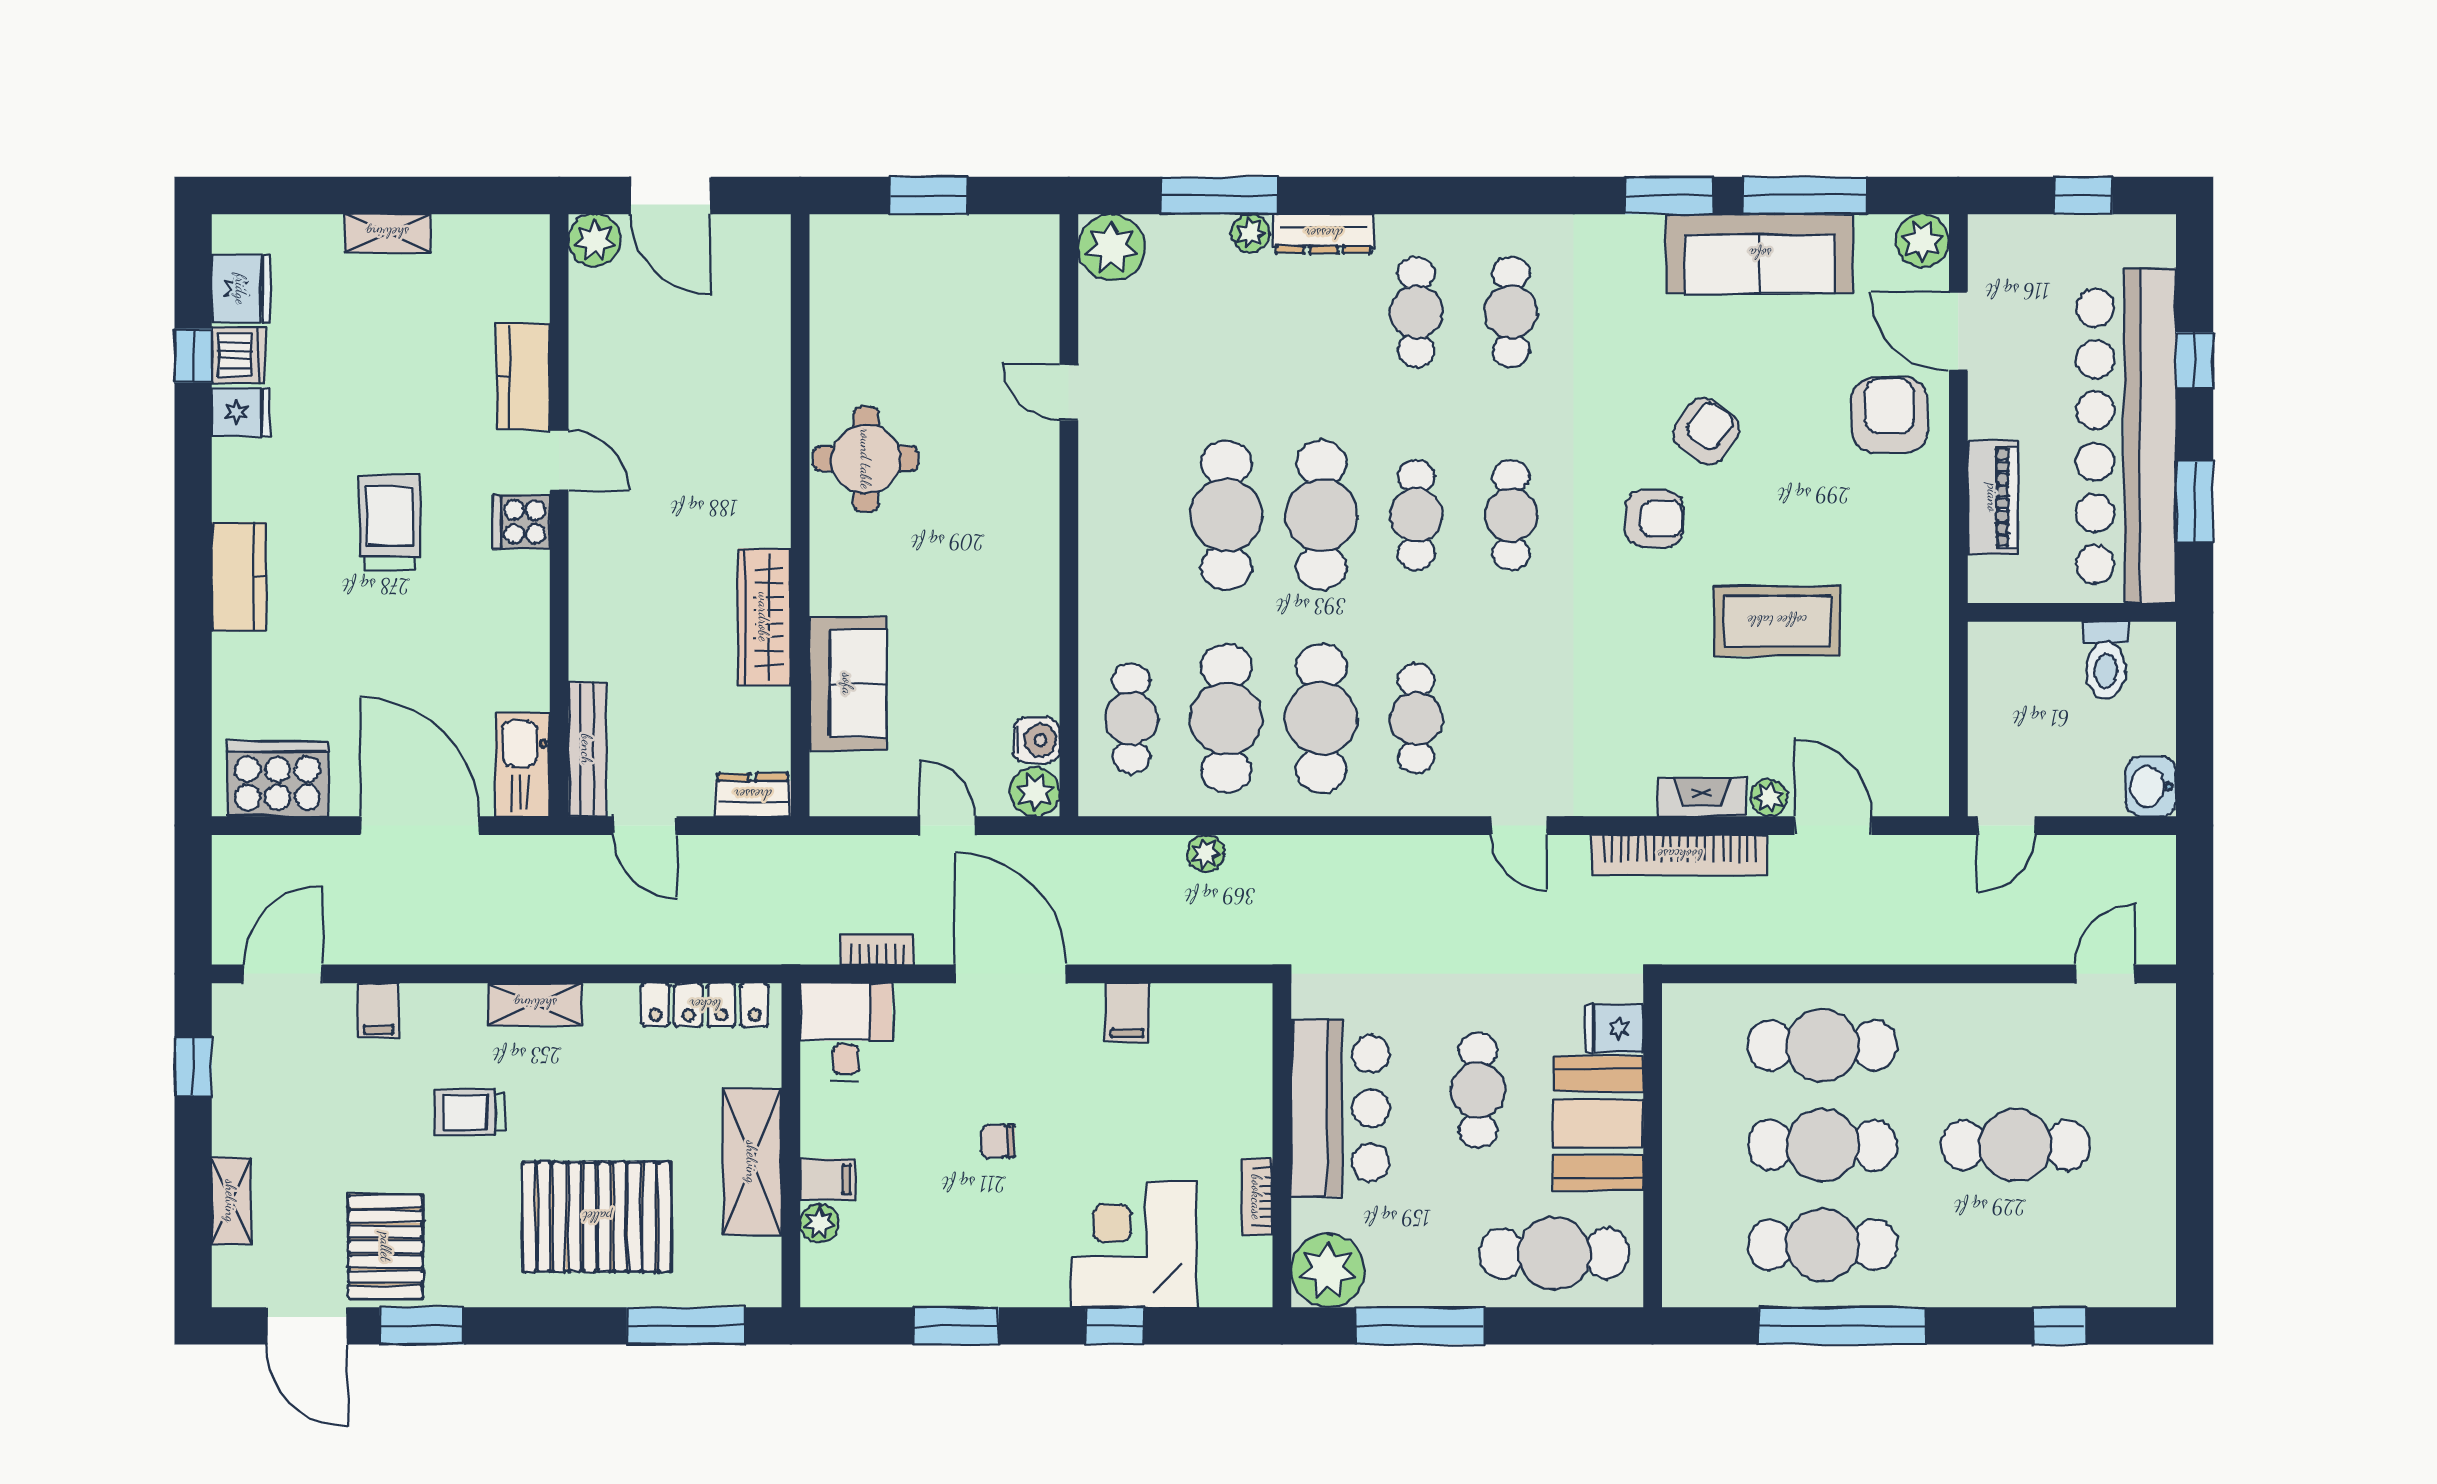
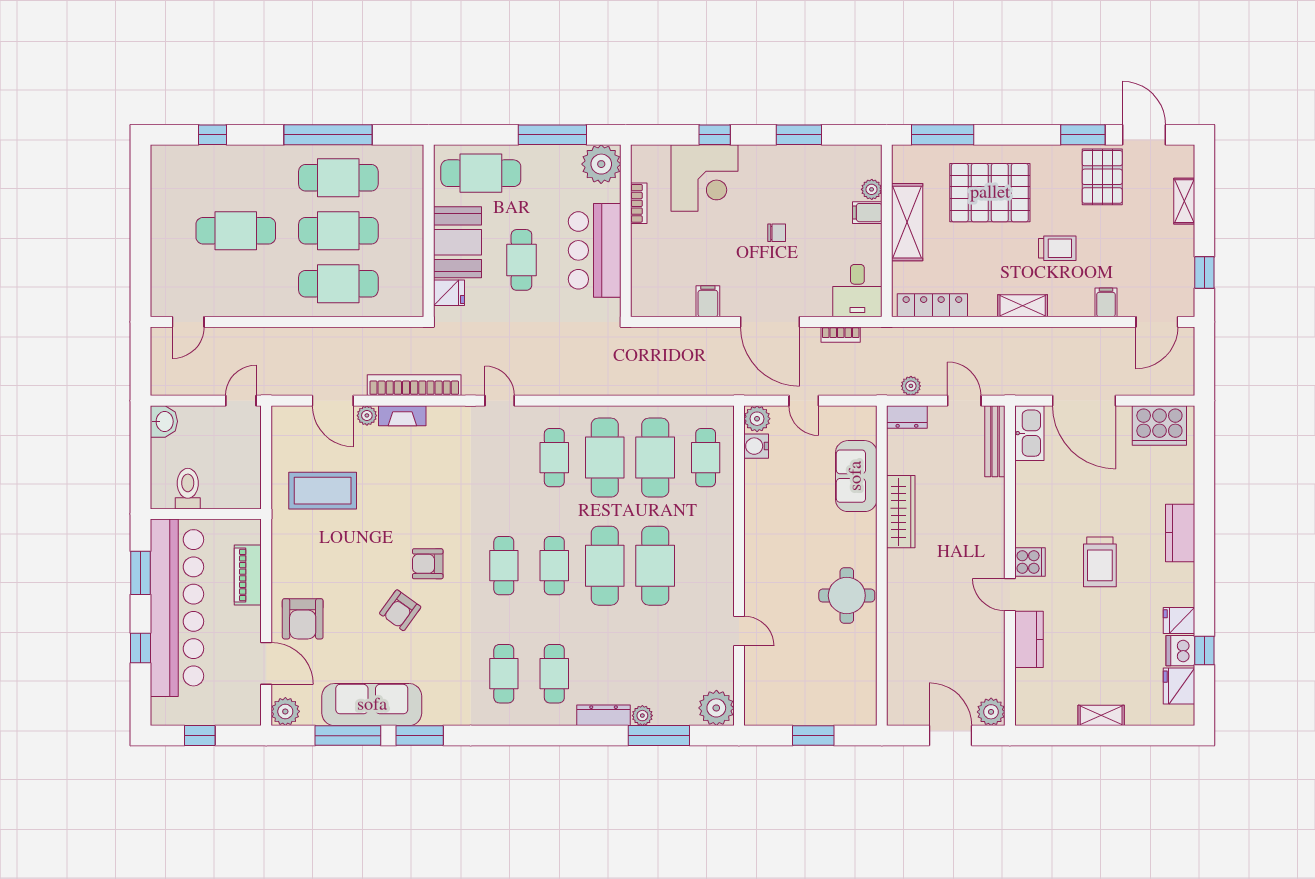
coffee table: (1777, 621) -> (323, 491), moved
plant: (1206, 853) -> (911, 386), moved

